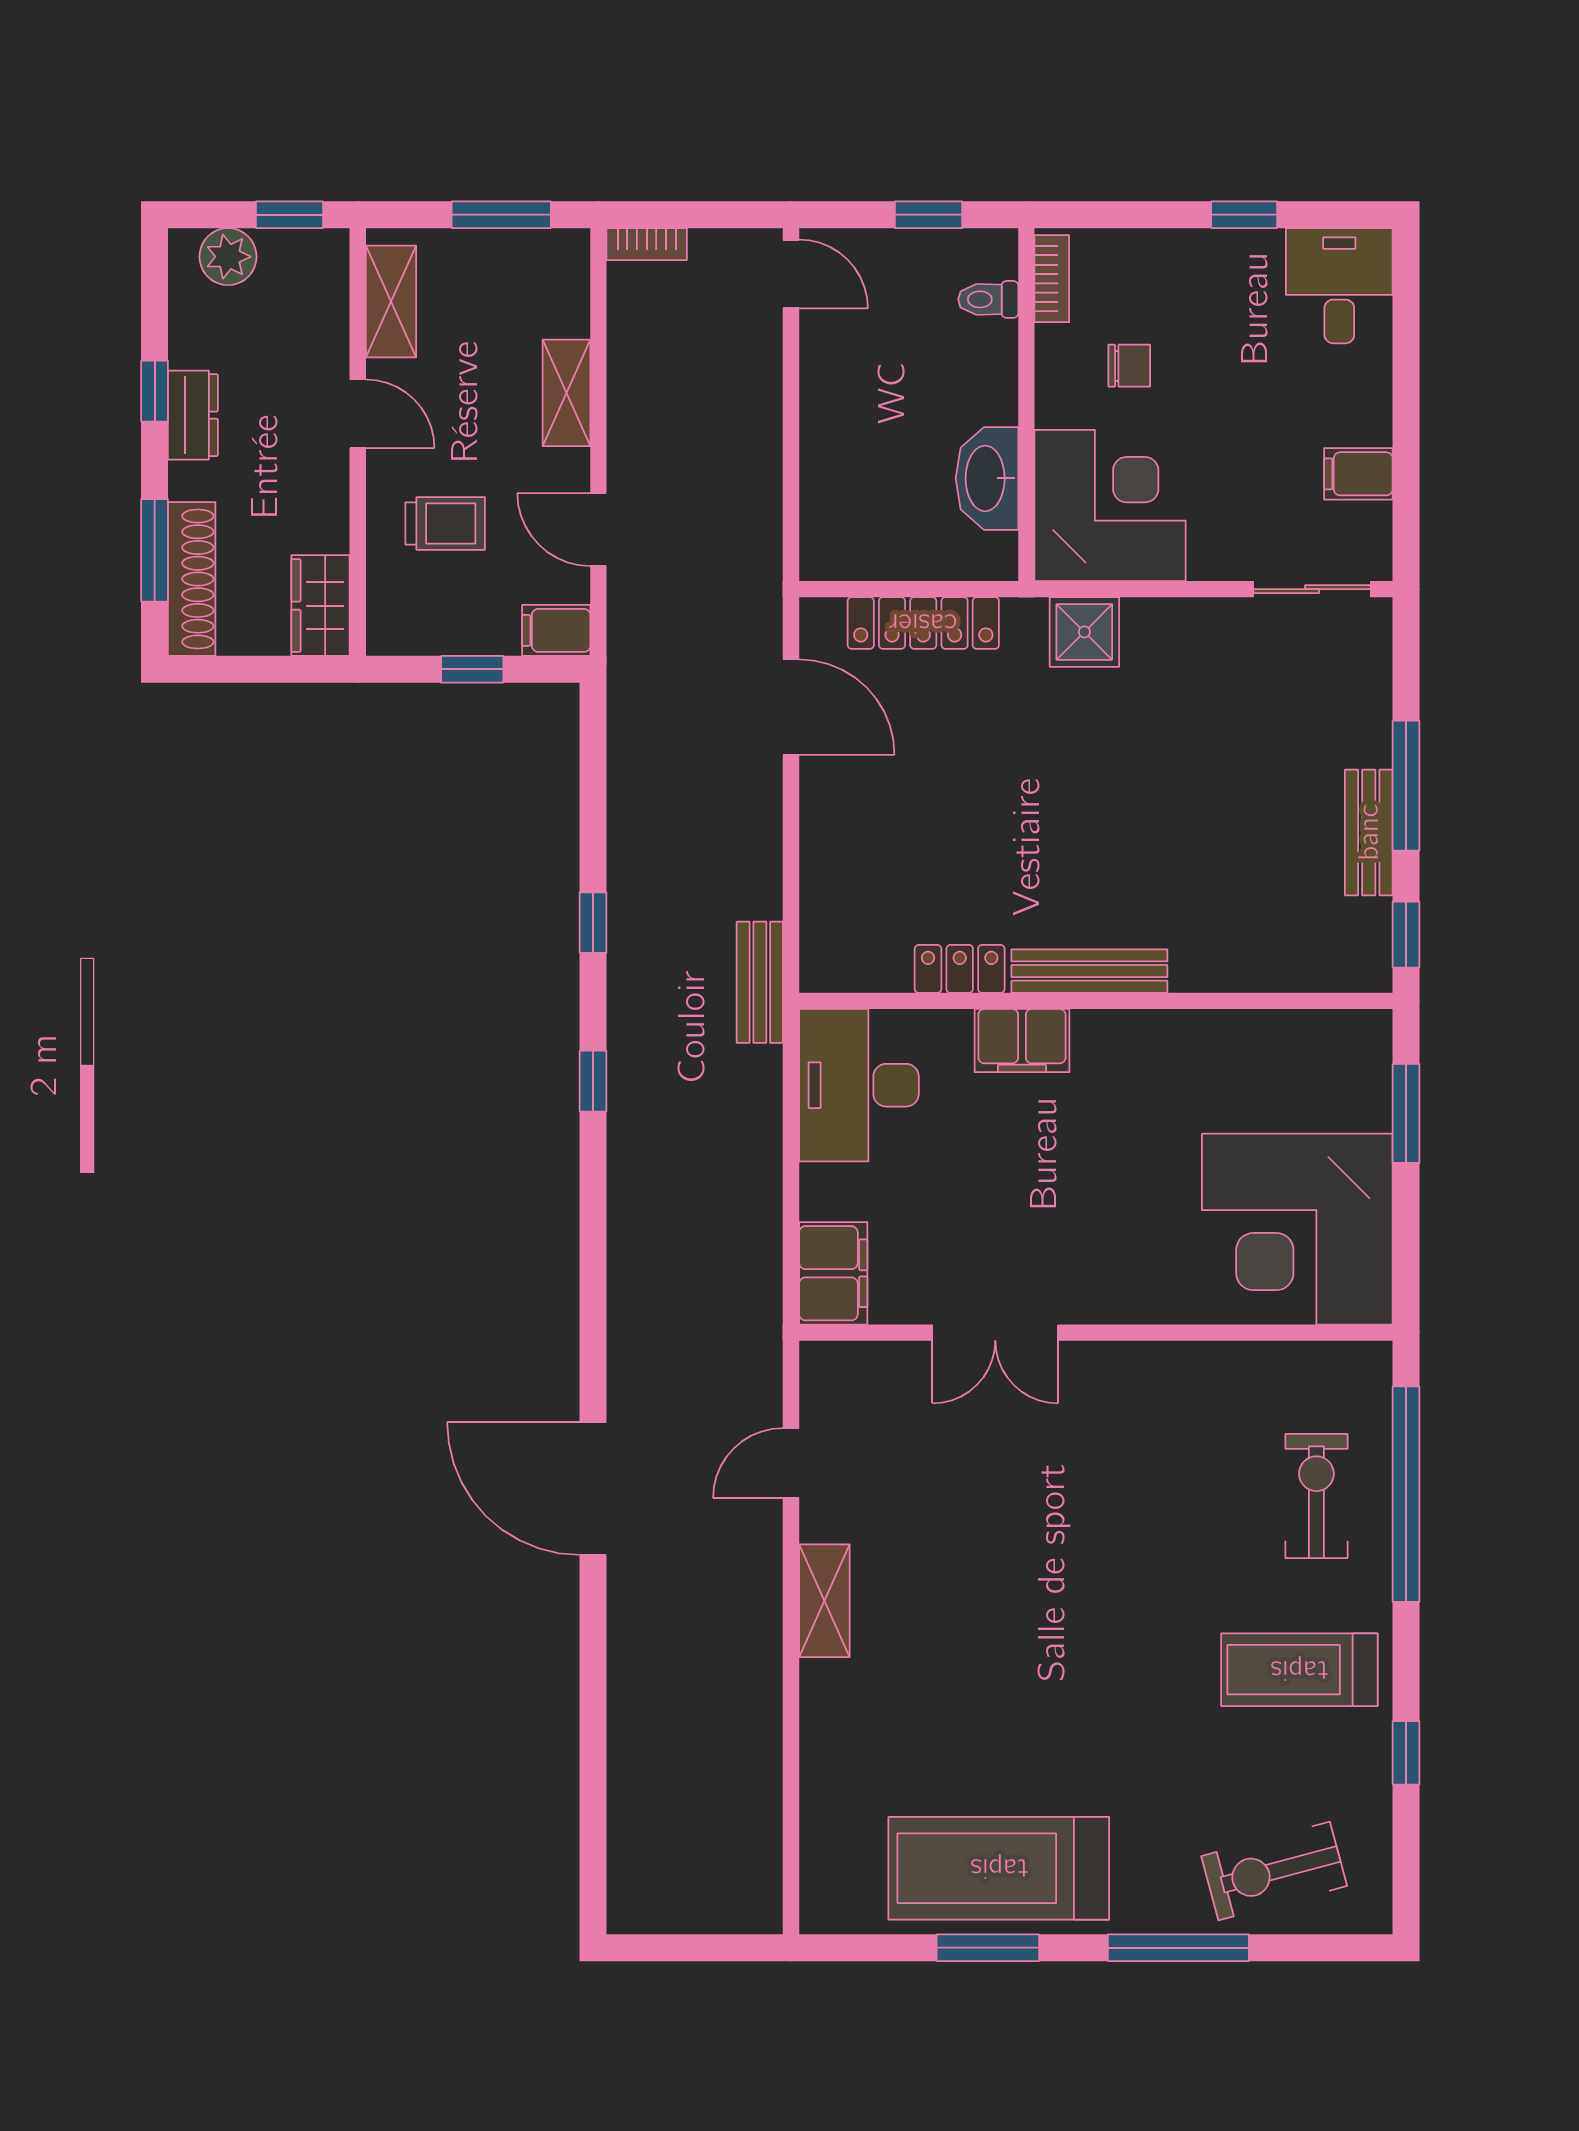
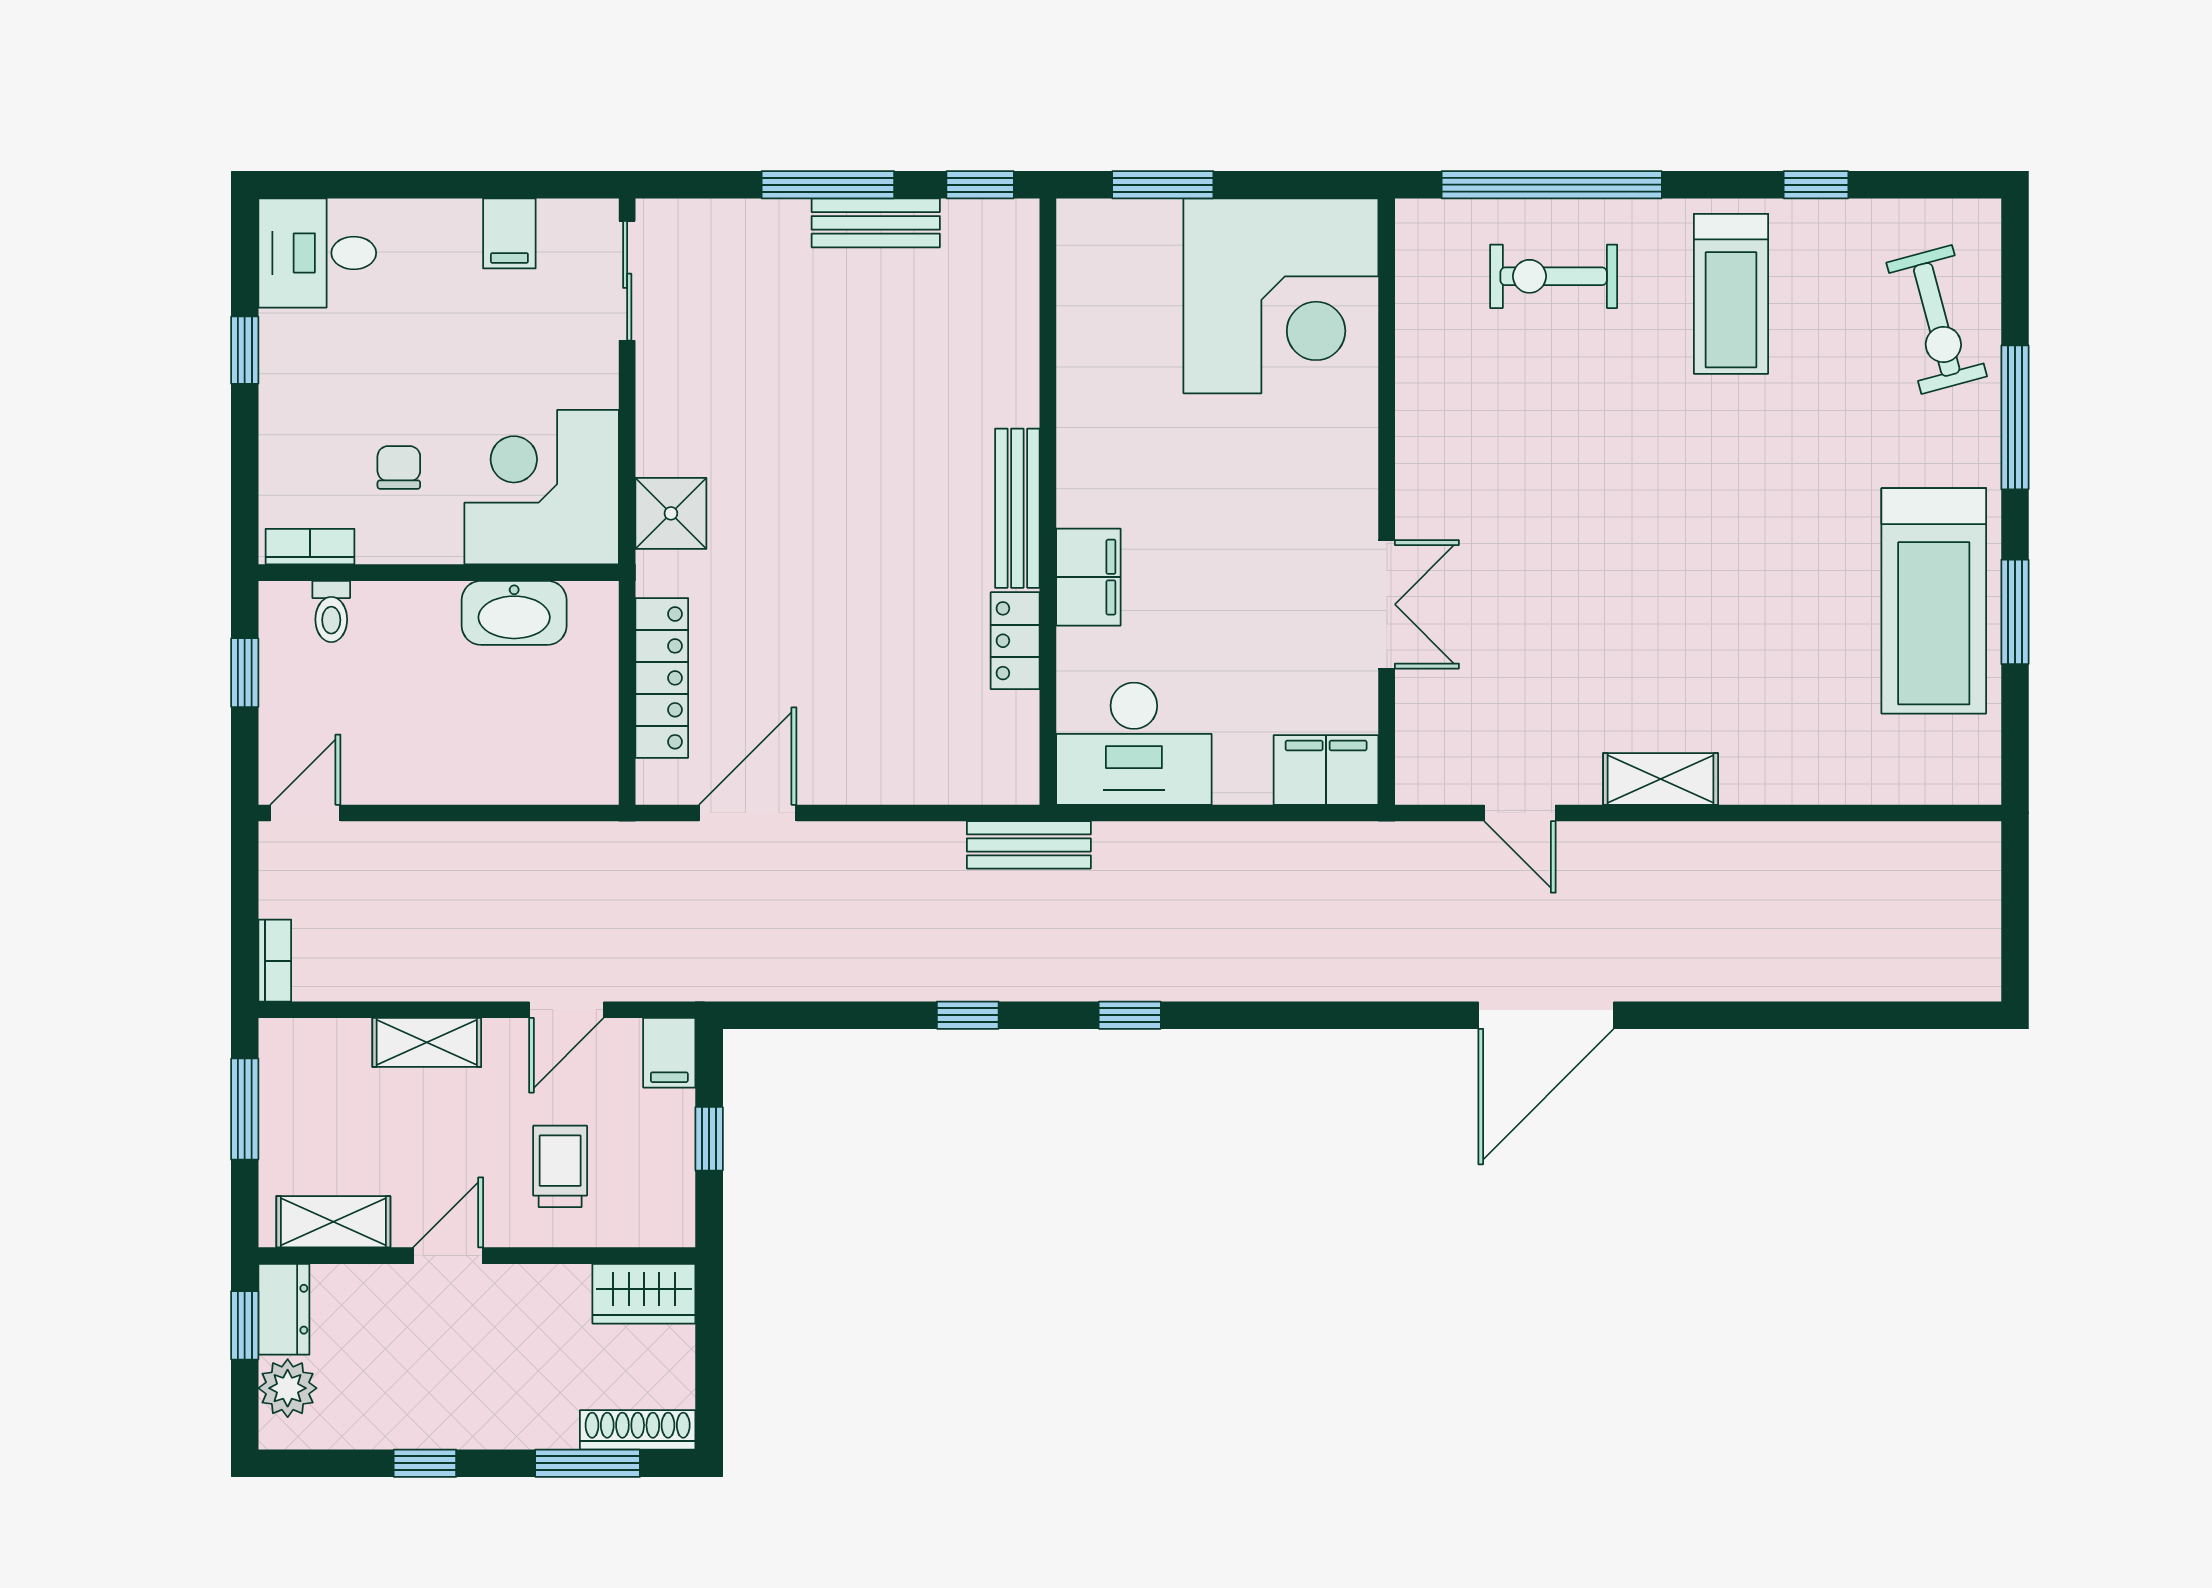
dresser: (193, 415) -> (284, 1309), moved, turned 90
shoe rack: (192, 579) -> (638, 1430), width x0.74, depth x0.81

